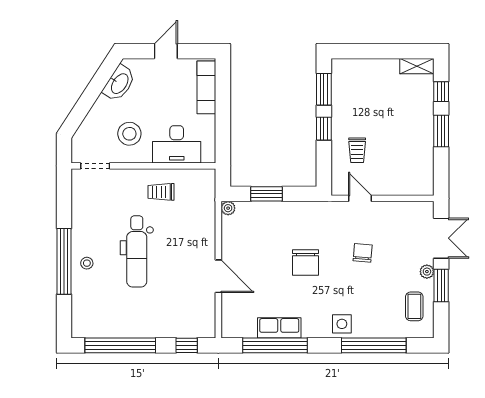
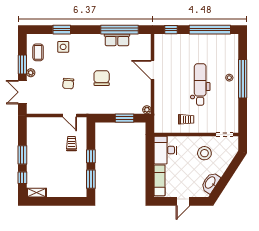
desk: (177, 144) -> (165, 150), moved, turned -90
side table: (342, 324) -> (63, 47), moved
window: (374, 345) -> (62, 30), width x0.47

